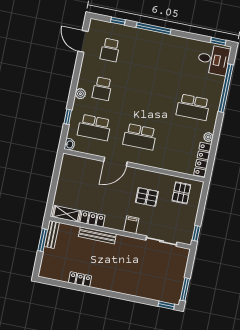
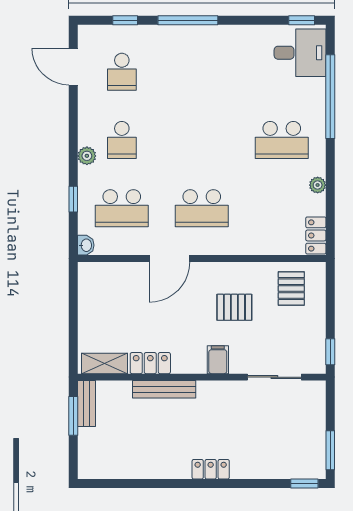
locker: (203, 160) -> (316, 235), width x0.66
locker: (80, 279) -> (211, 469), moved

